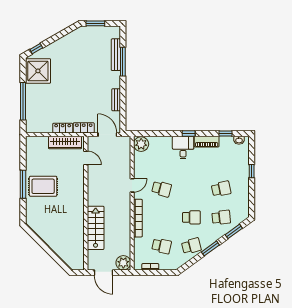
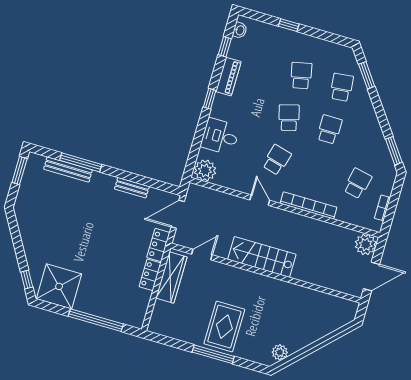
window: (95, 23) -> (20, 171), moved
desk: (183, 148) -> (220, 136), moved
plant: (37, 227) -> (280, 352), added
stairs: (96, 228) -> (262, 257), moved
school desk: (191, 246) -> (289, 118), moved
window: (210, 248) -> (394, 151), moved

